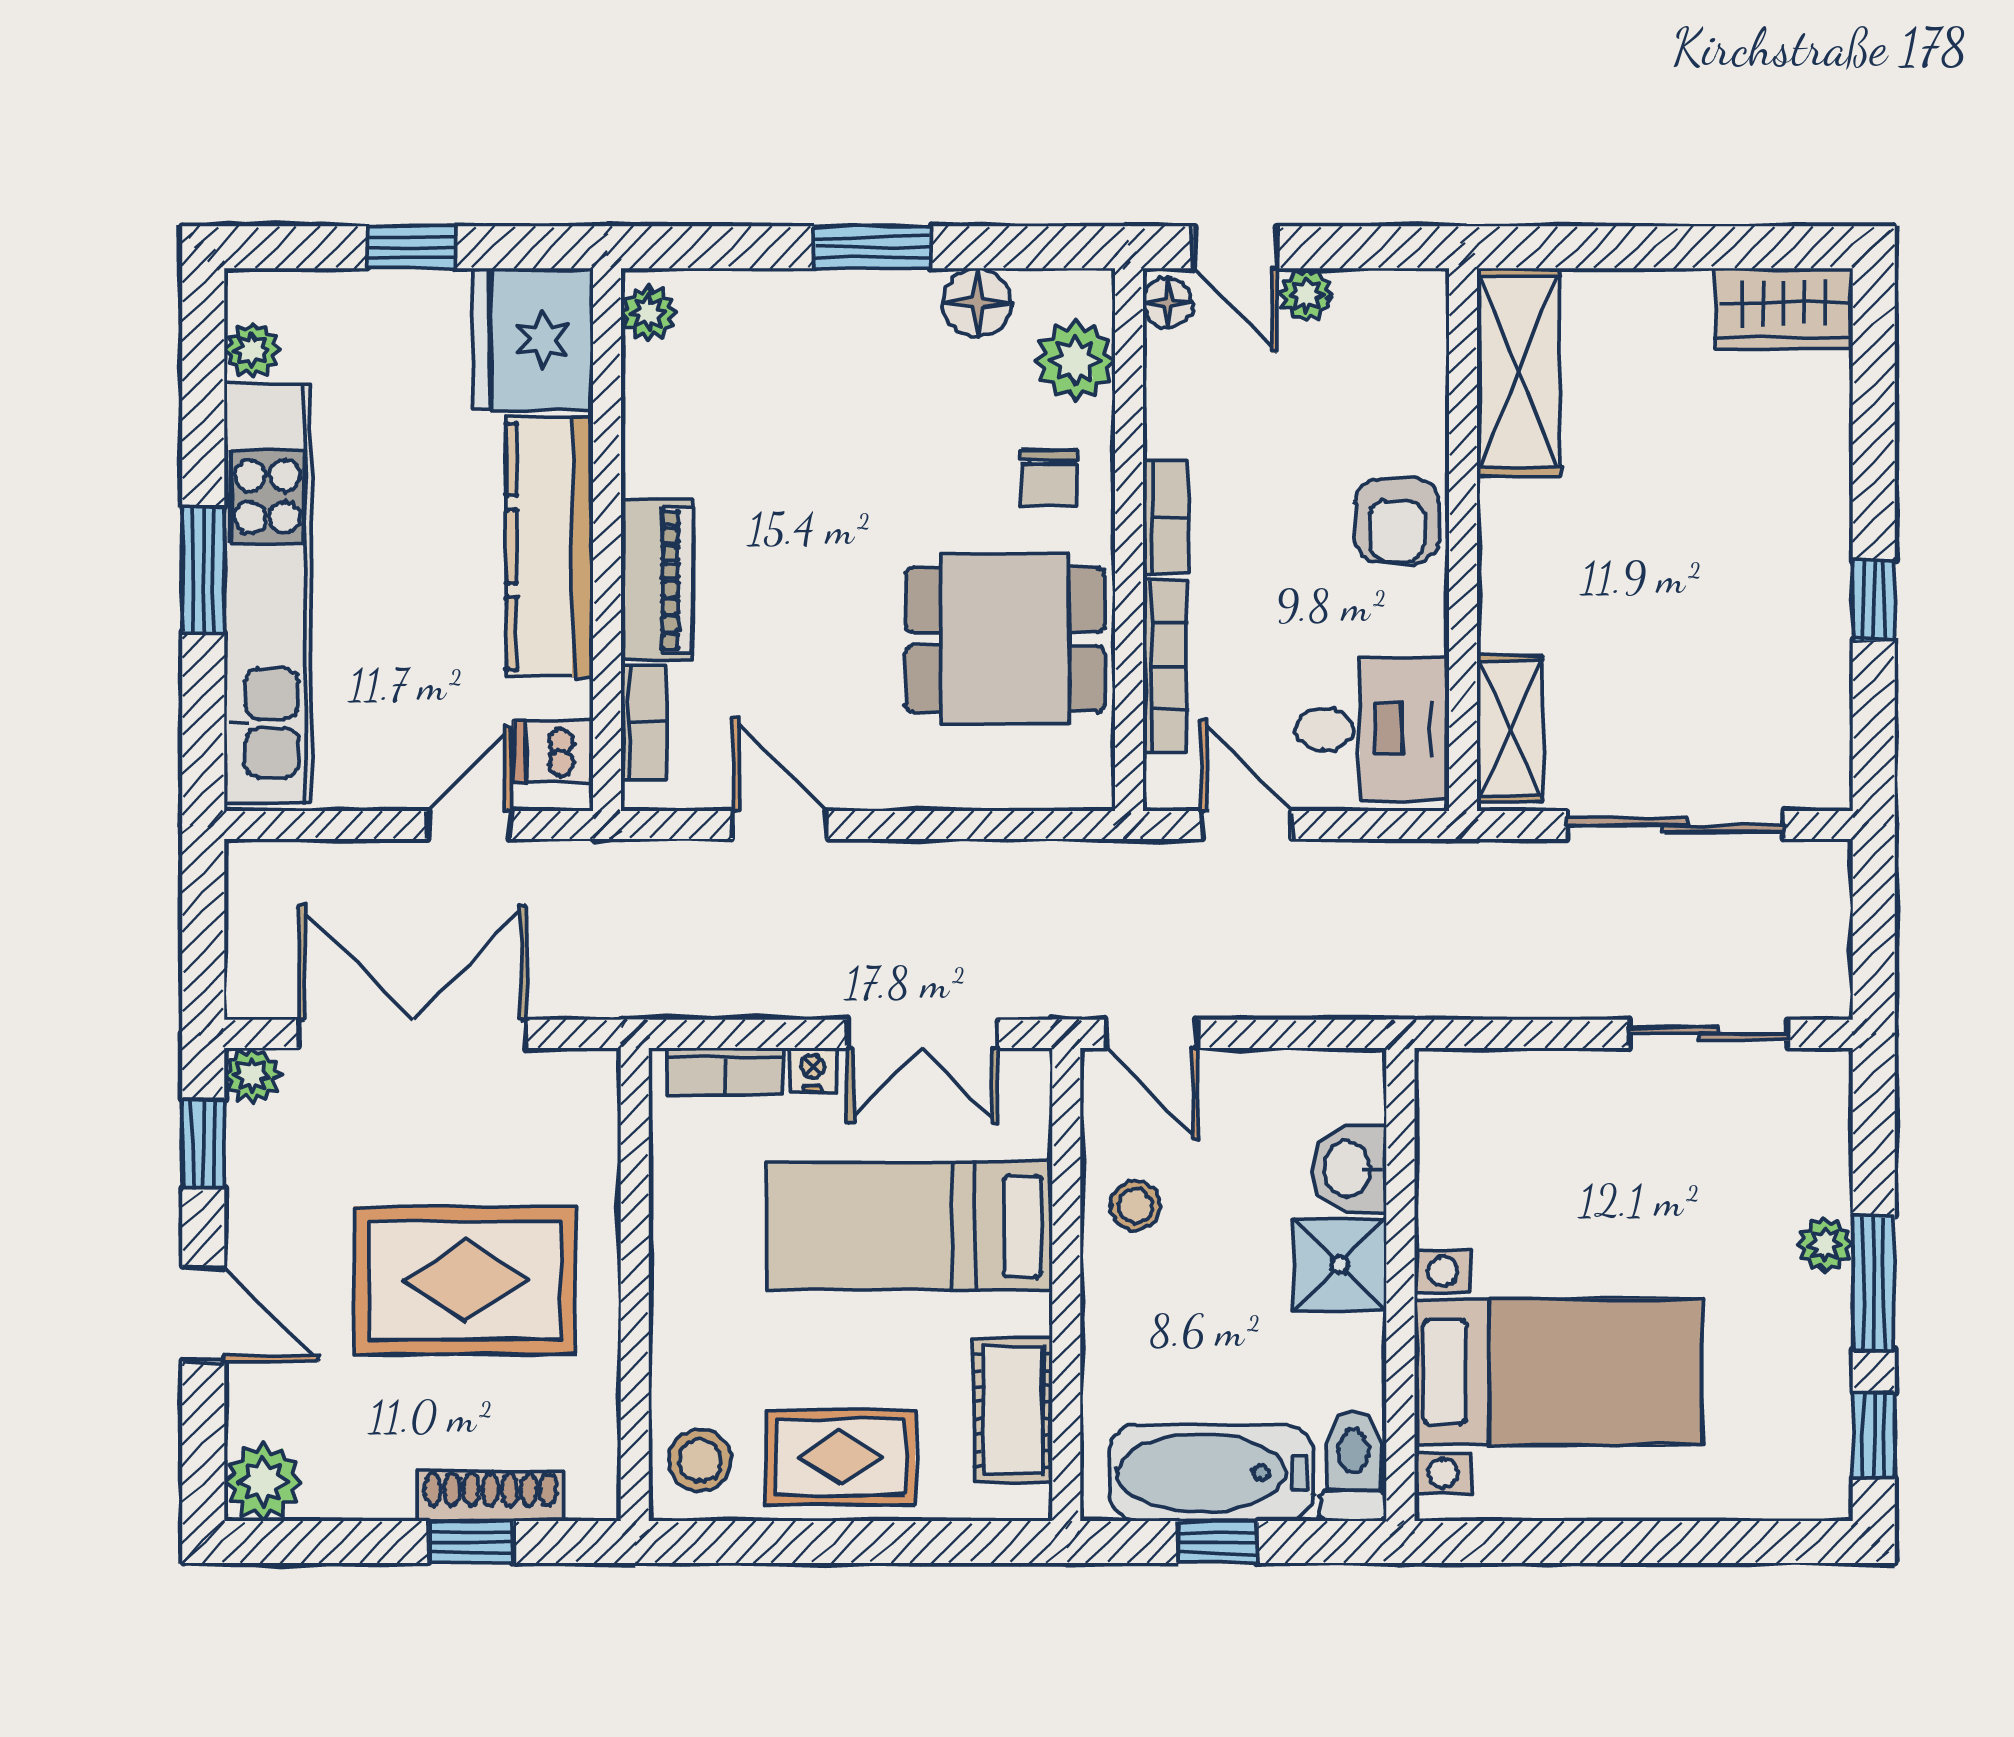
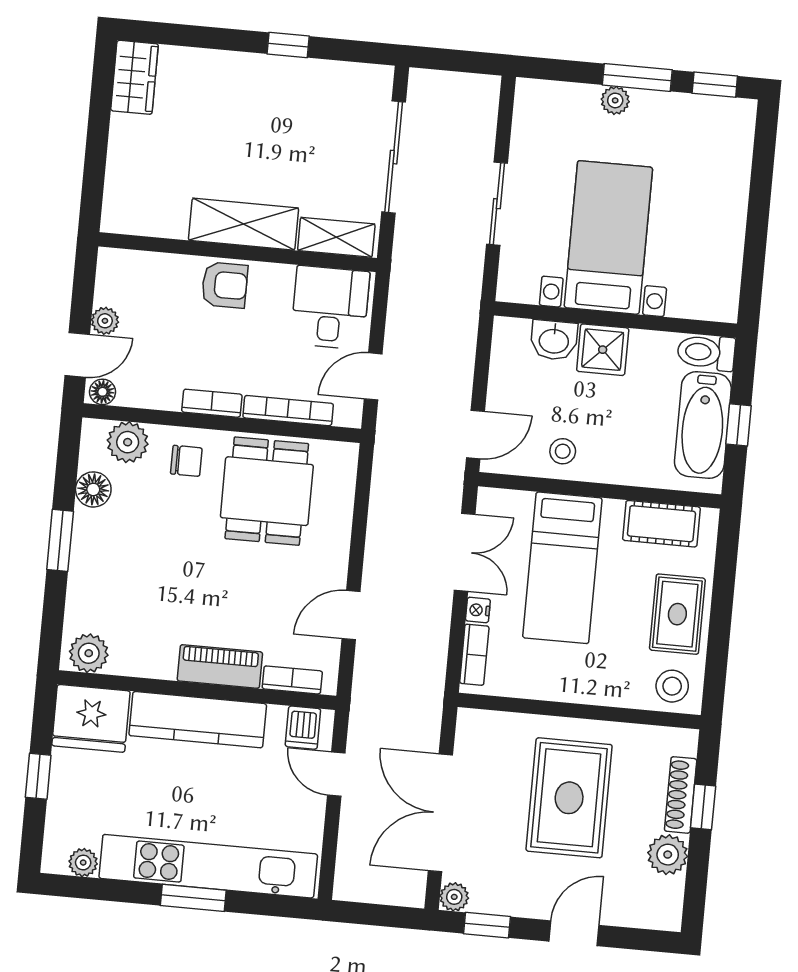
plant: (648, 313) -> (89, 653), width x1.38, depth x1.38
shelving: (1519, 372) -> (244, 224), moved
sliding door: (1709, 1034) -> (497, 204), moved
bed with nightstands: (1558, 1372) -> (608, 237), moved
plant: (263, 1482) -> (668, 855), moved

